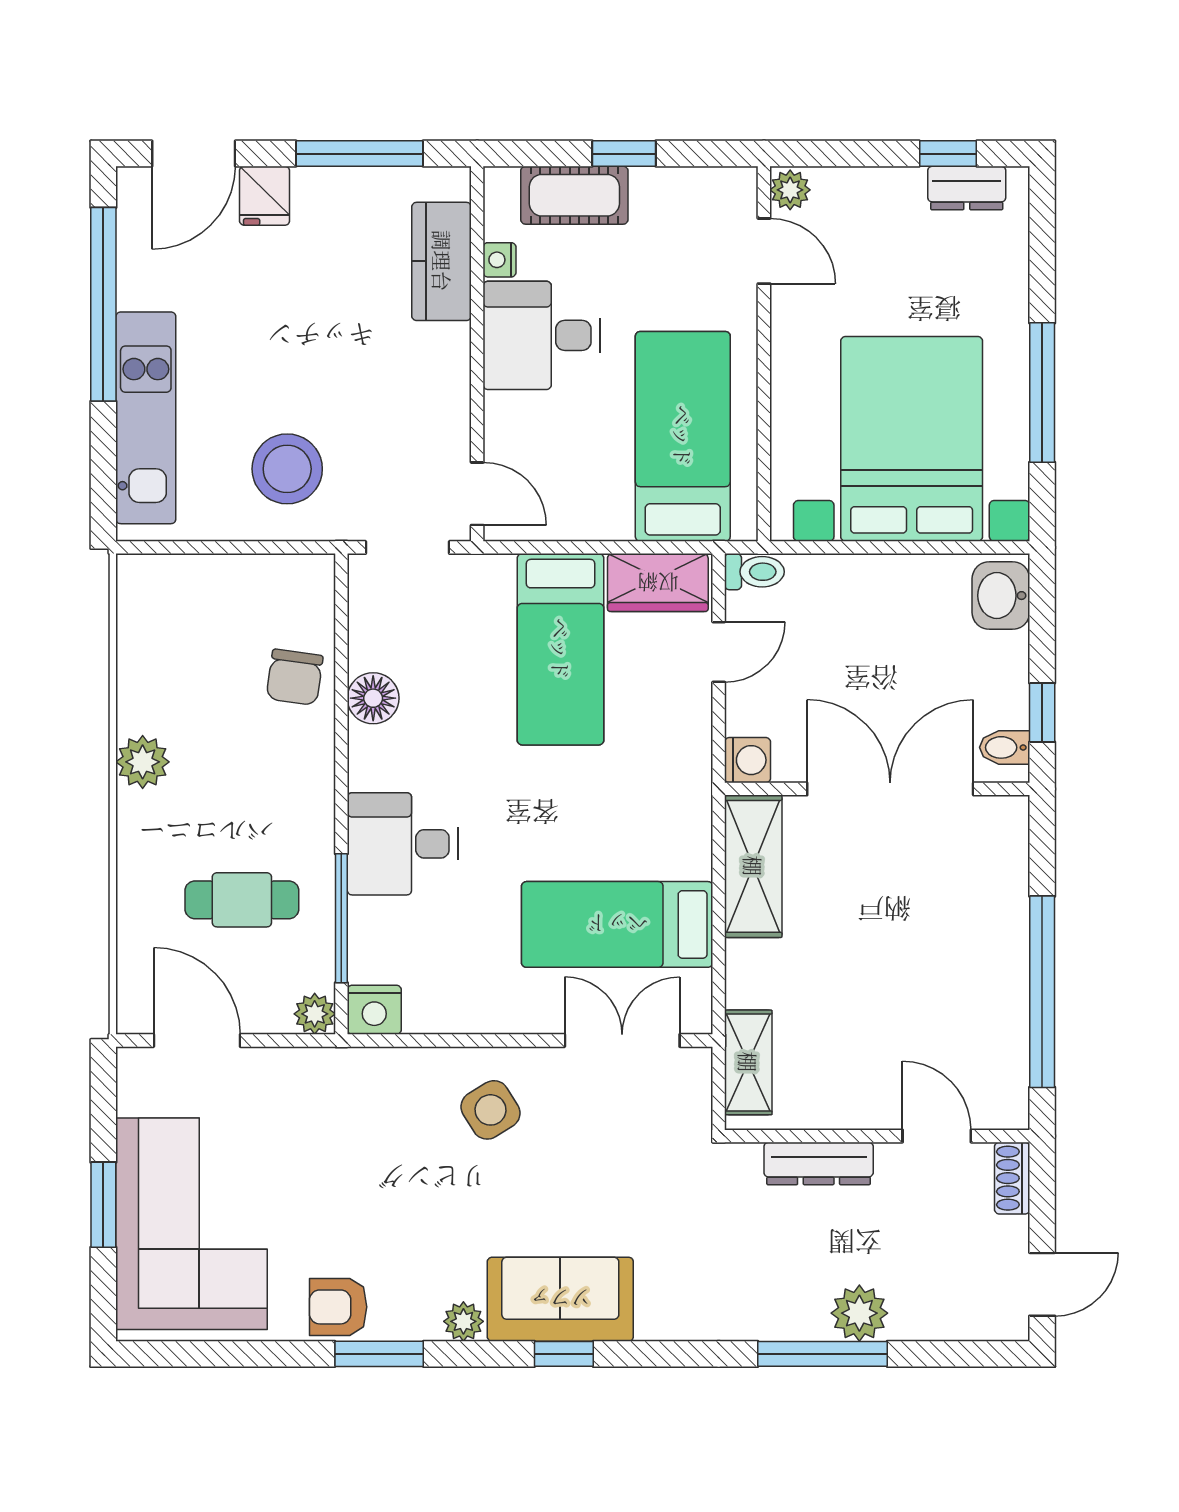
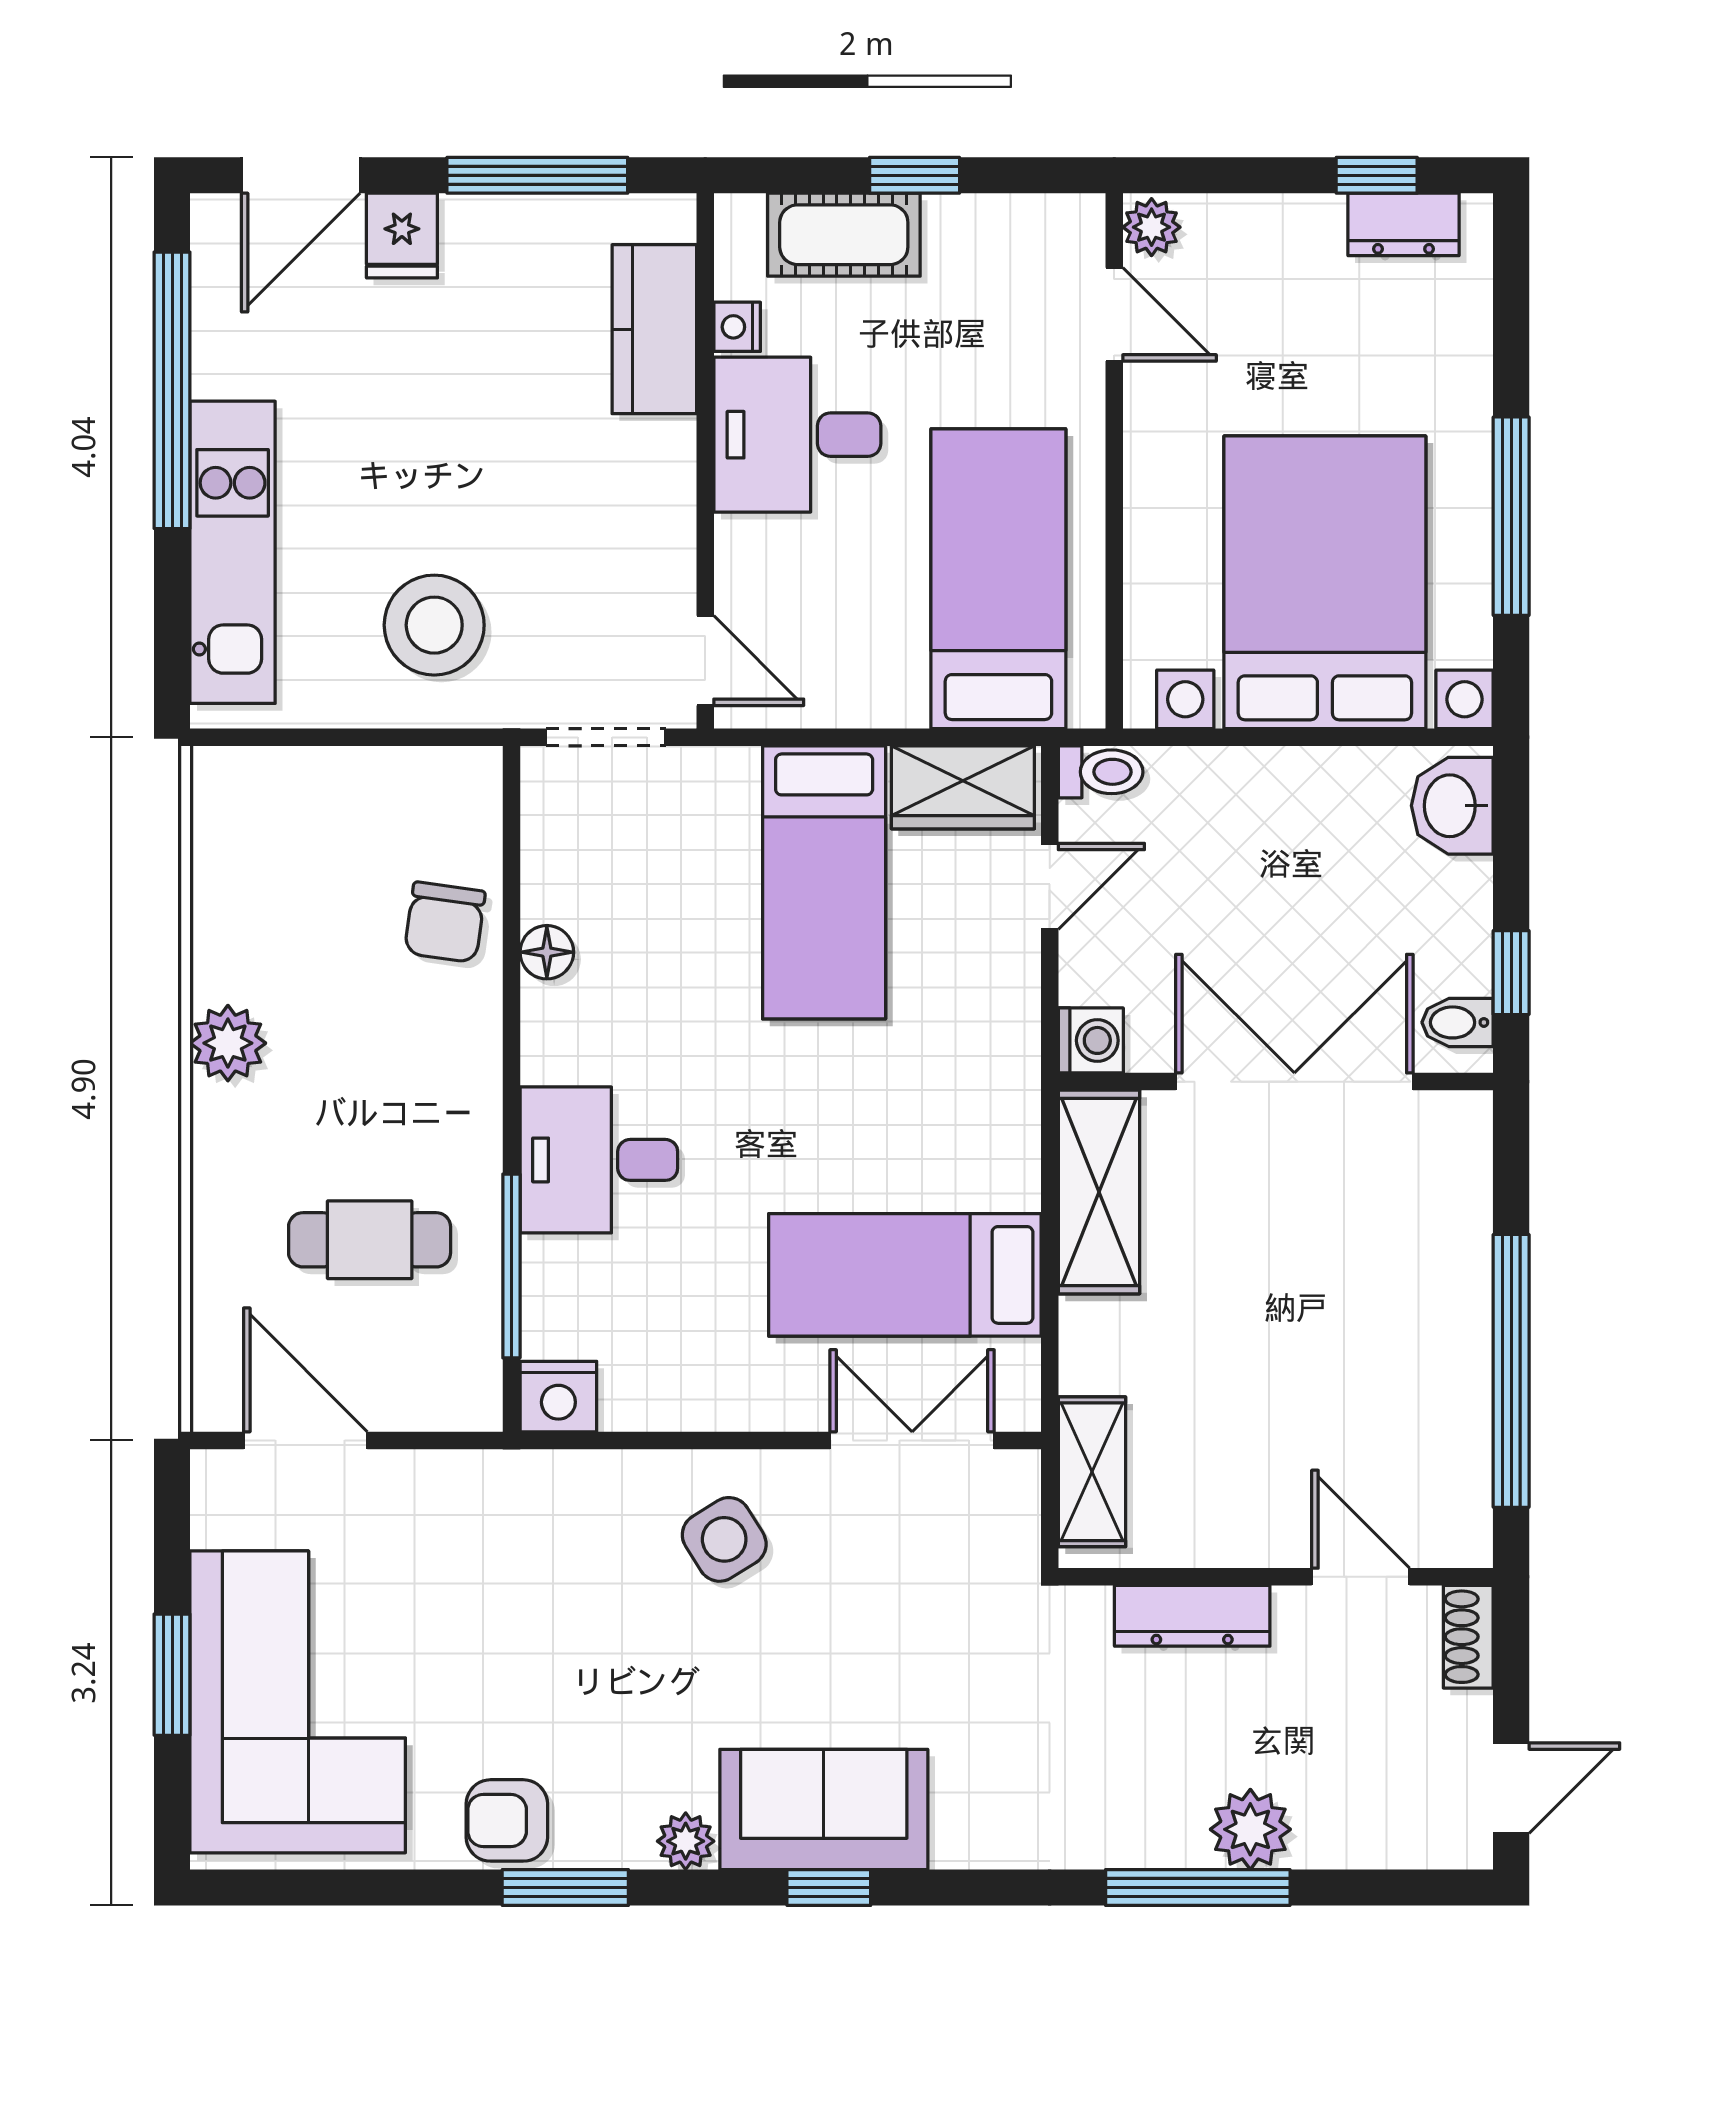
floor lamp: (373, 698) -> (547, 952), width x0.73, depth x0.73
plant: (315, 1014) -> (473, 1402), removed

